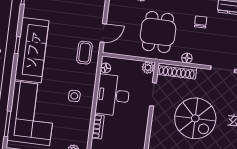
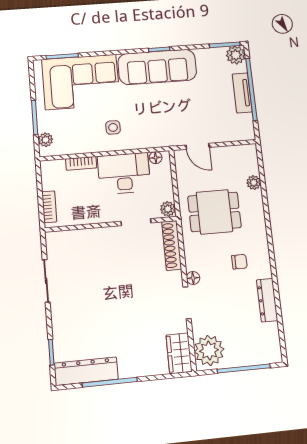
coffee table: (85, 53) -> (169, 129), removed
floor lamp: (187, 58) -> (193, 278), moved
spiral stairs: (195, 118) -> (117, 282), removed

